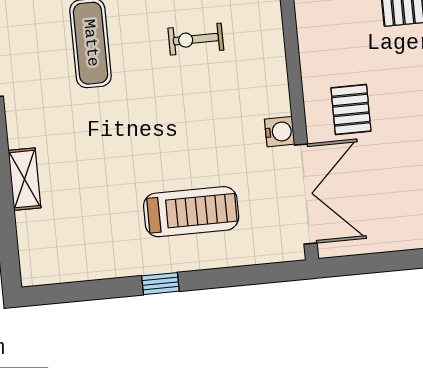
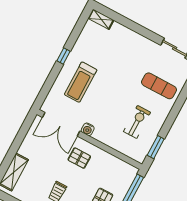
exercise bike: (196, 39) -> (137, 122), width x1.38, depth x1.39
shelving: (24, 179) -> (101, 19), moved

